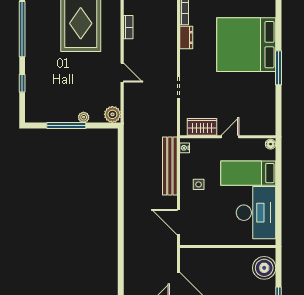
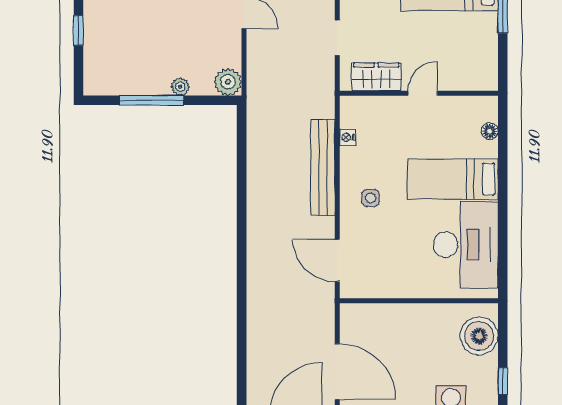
wardrobe: (202, 127) -> (376, 77), moved
wall: (228, 137) -> (419, 93), moved
door: (230, 137) -> (423, 93), moved

